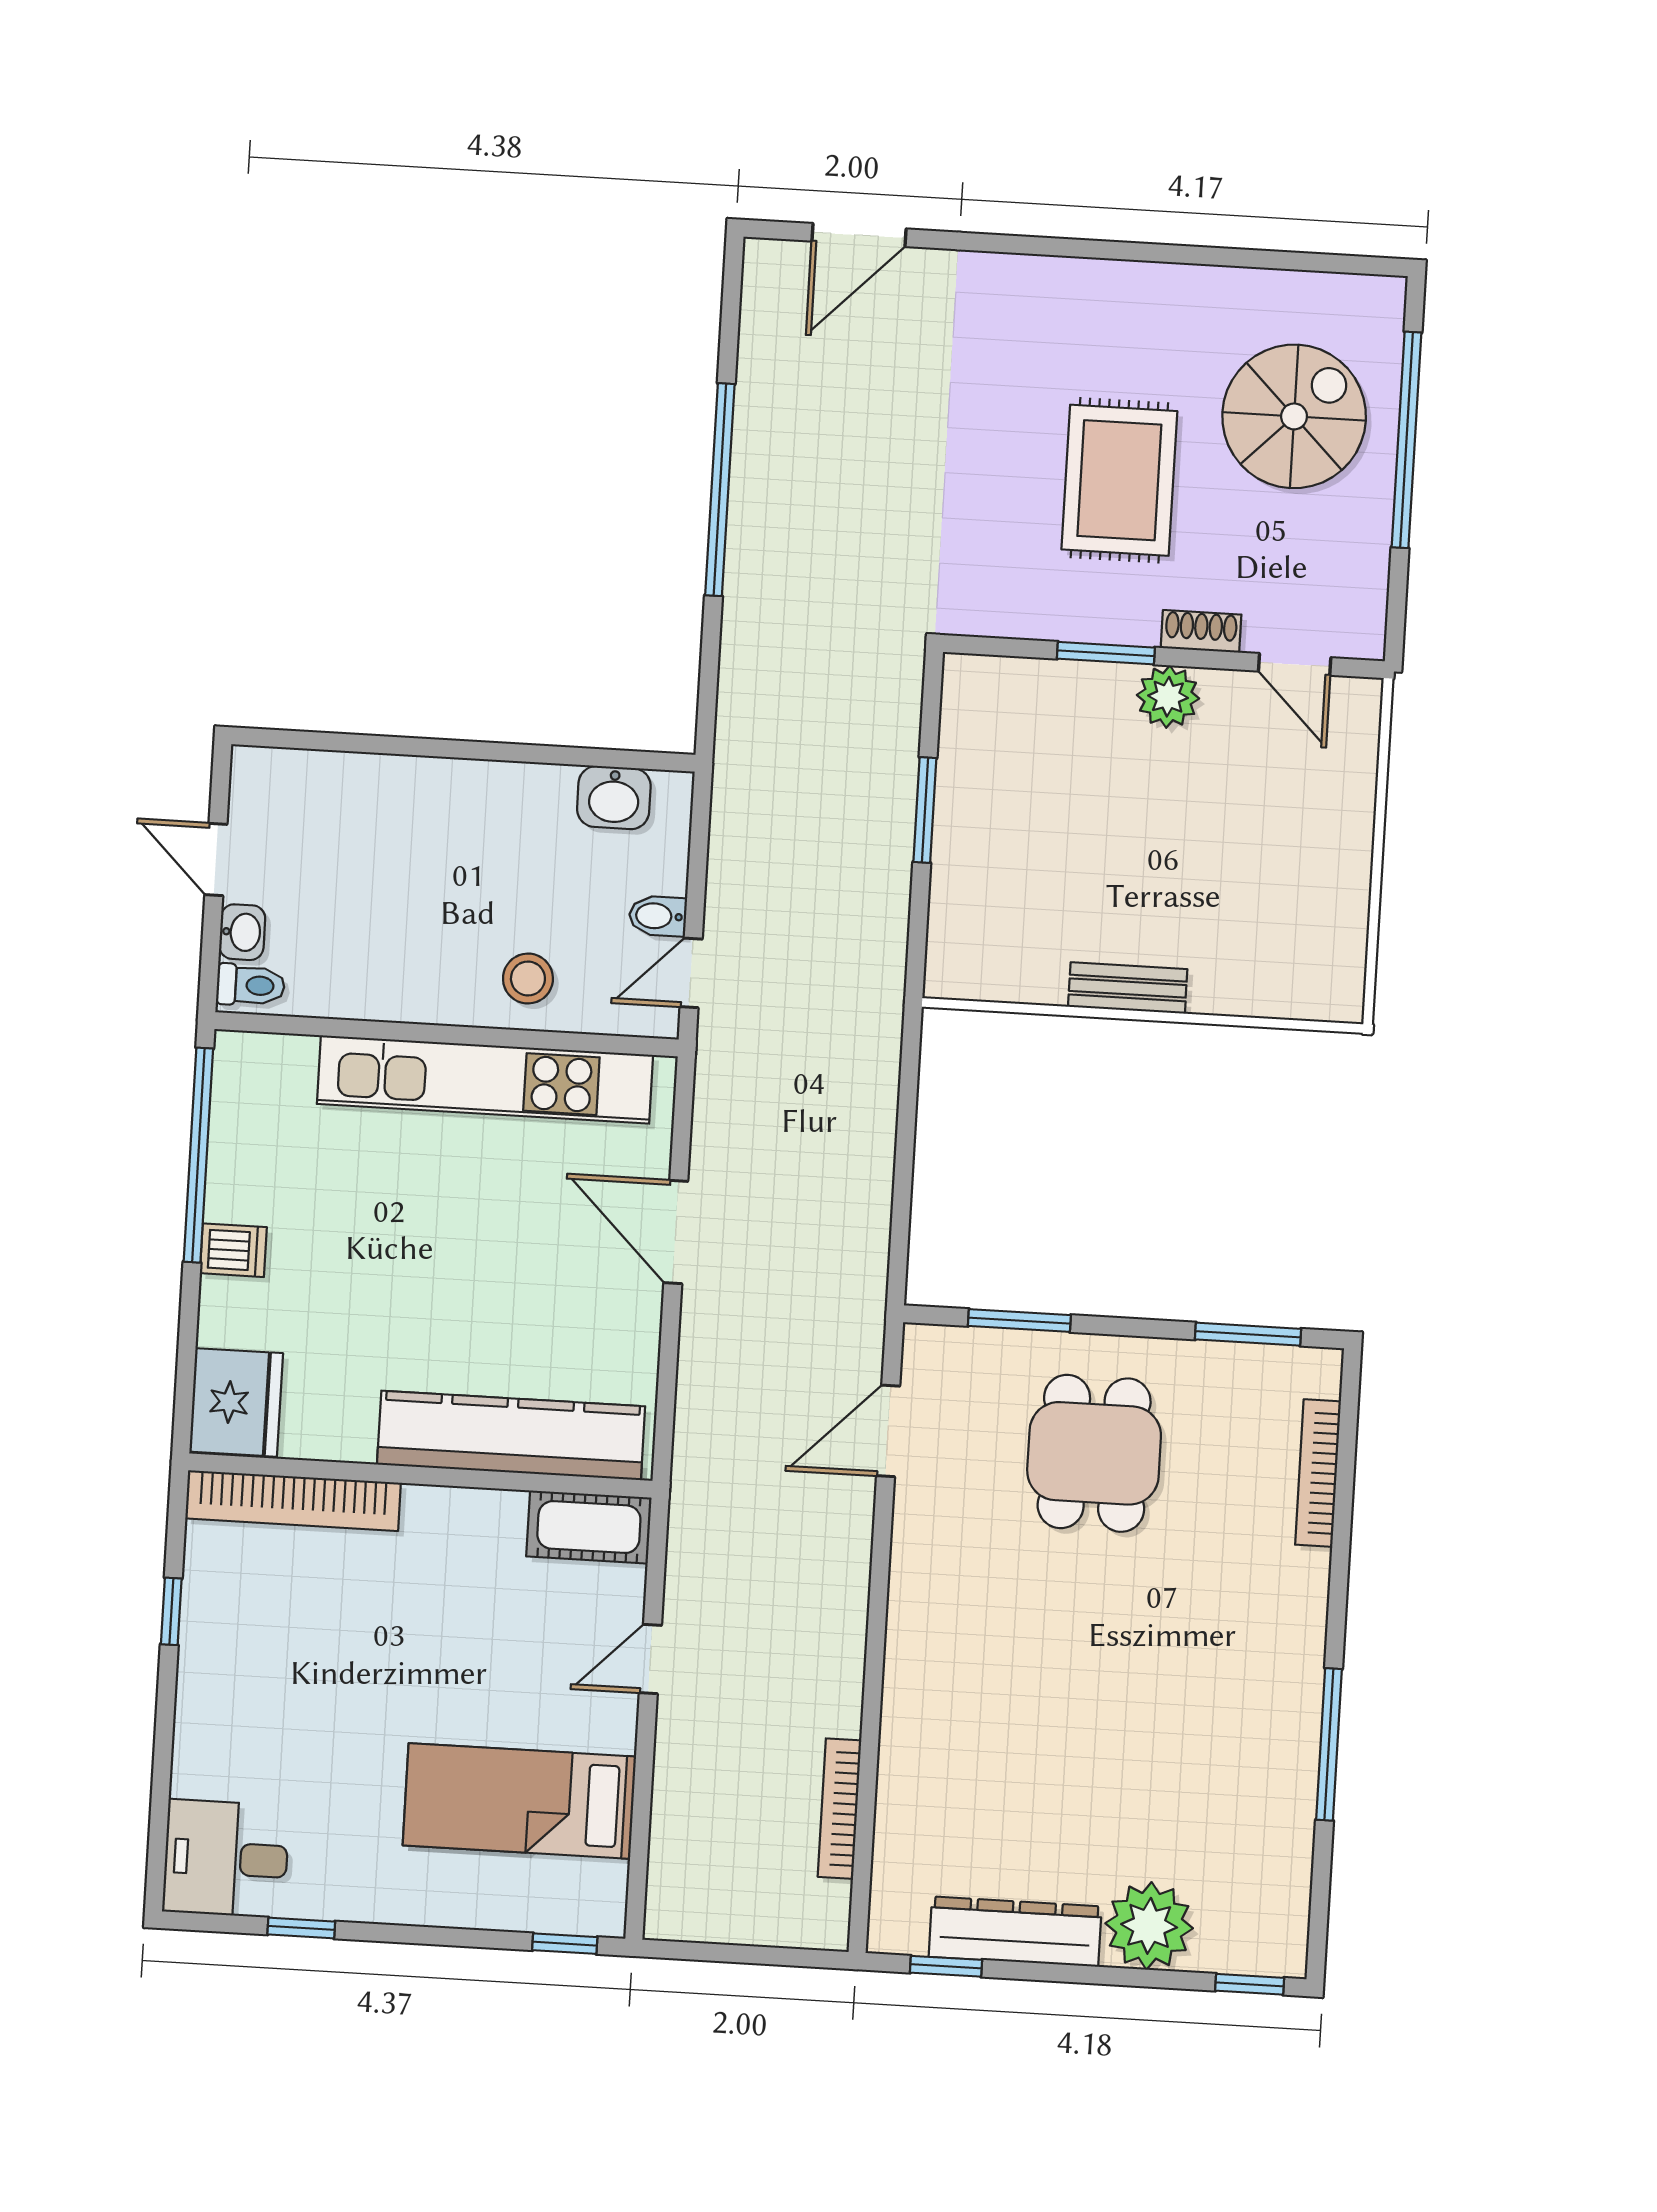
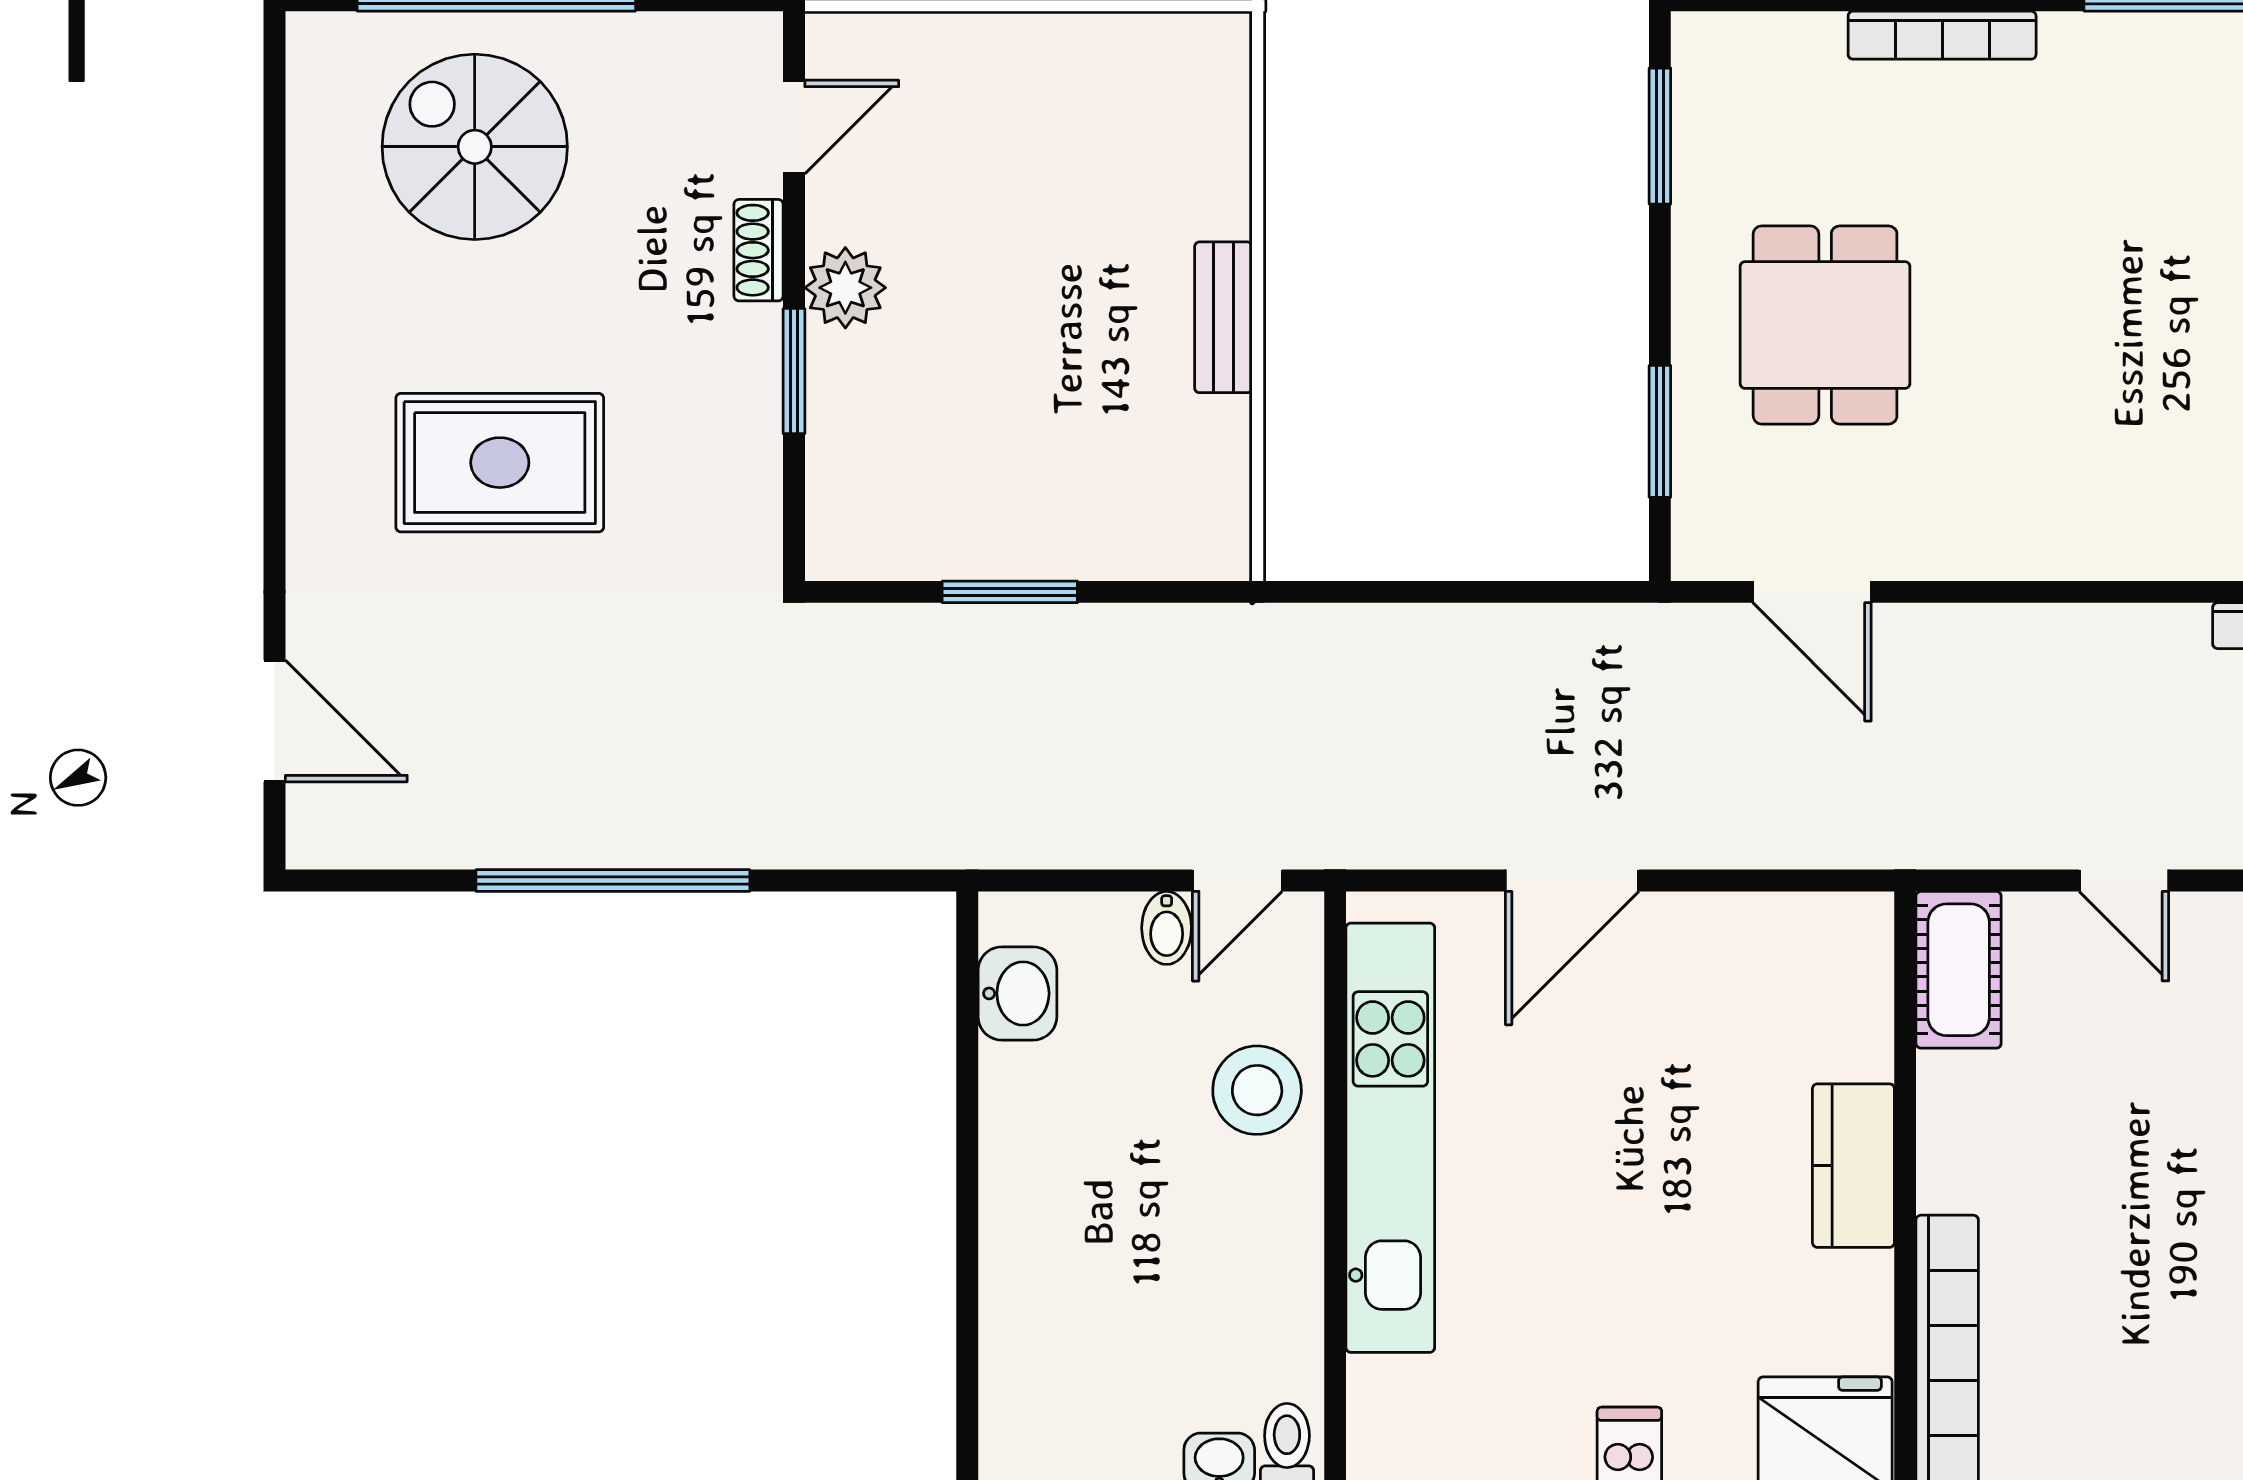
rug: (1119, 480) -> (500, 463), moved
door: (691, 973) -> (1237, 881), hinge flipped
stool: (528, 979) -> (1257, 1090), width x1.38, depth x1.38
kitchen counter: (511, 1435) -> (1853, 1166), width x0.48, depth x0.86
dining table: (1094, 1453) -> (1825, 325), turned 90
bookcase: (1318, 1473) -> (1942, 35), moved

